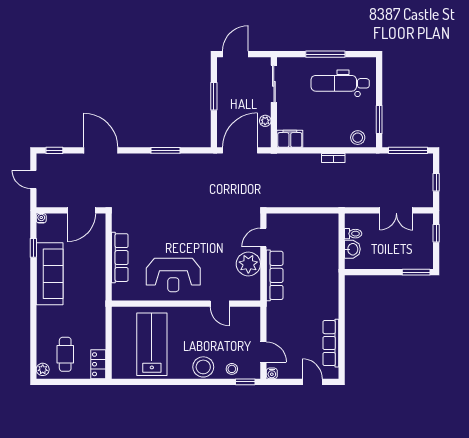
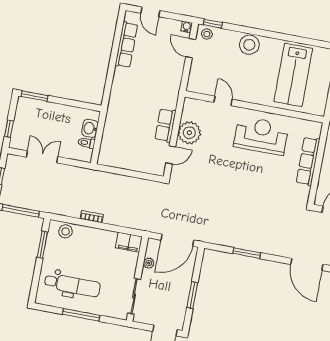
row of seats: (275, 275) -> (165, 125), width x0.68
stool: (232, 369) -> (207, 34), moved

